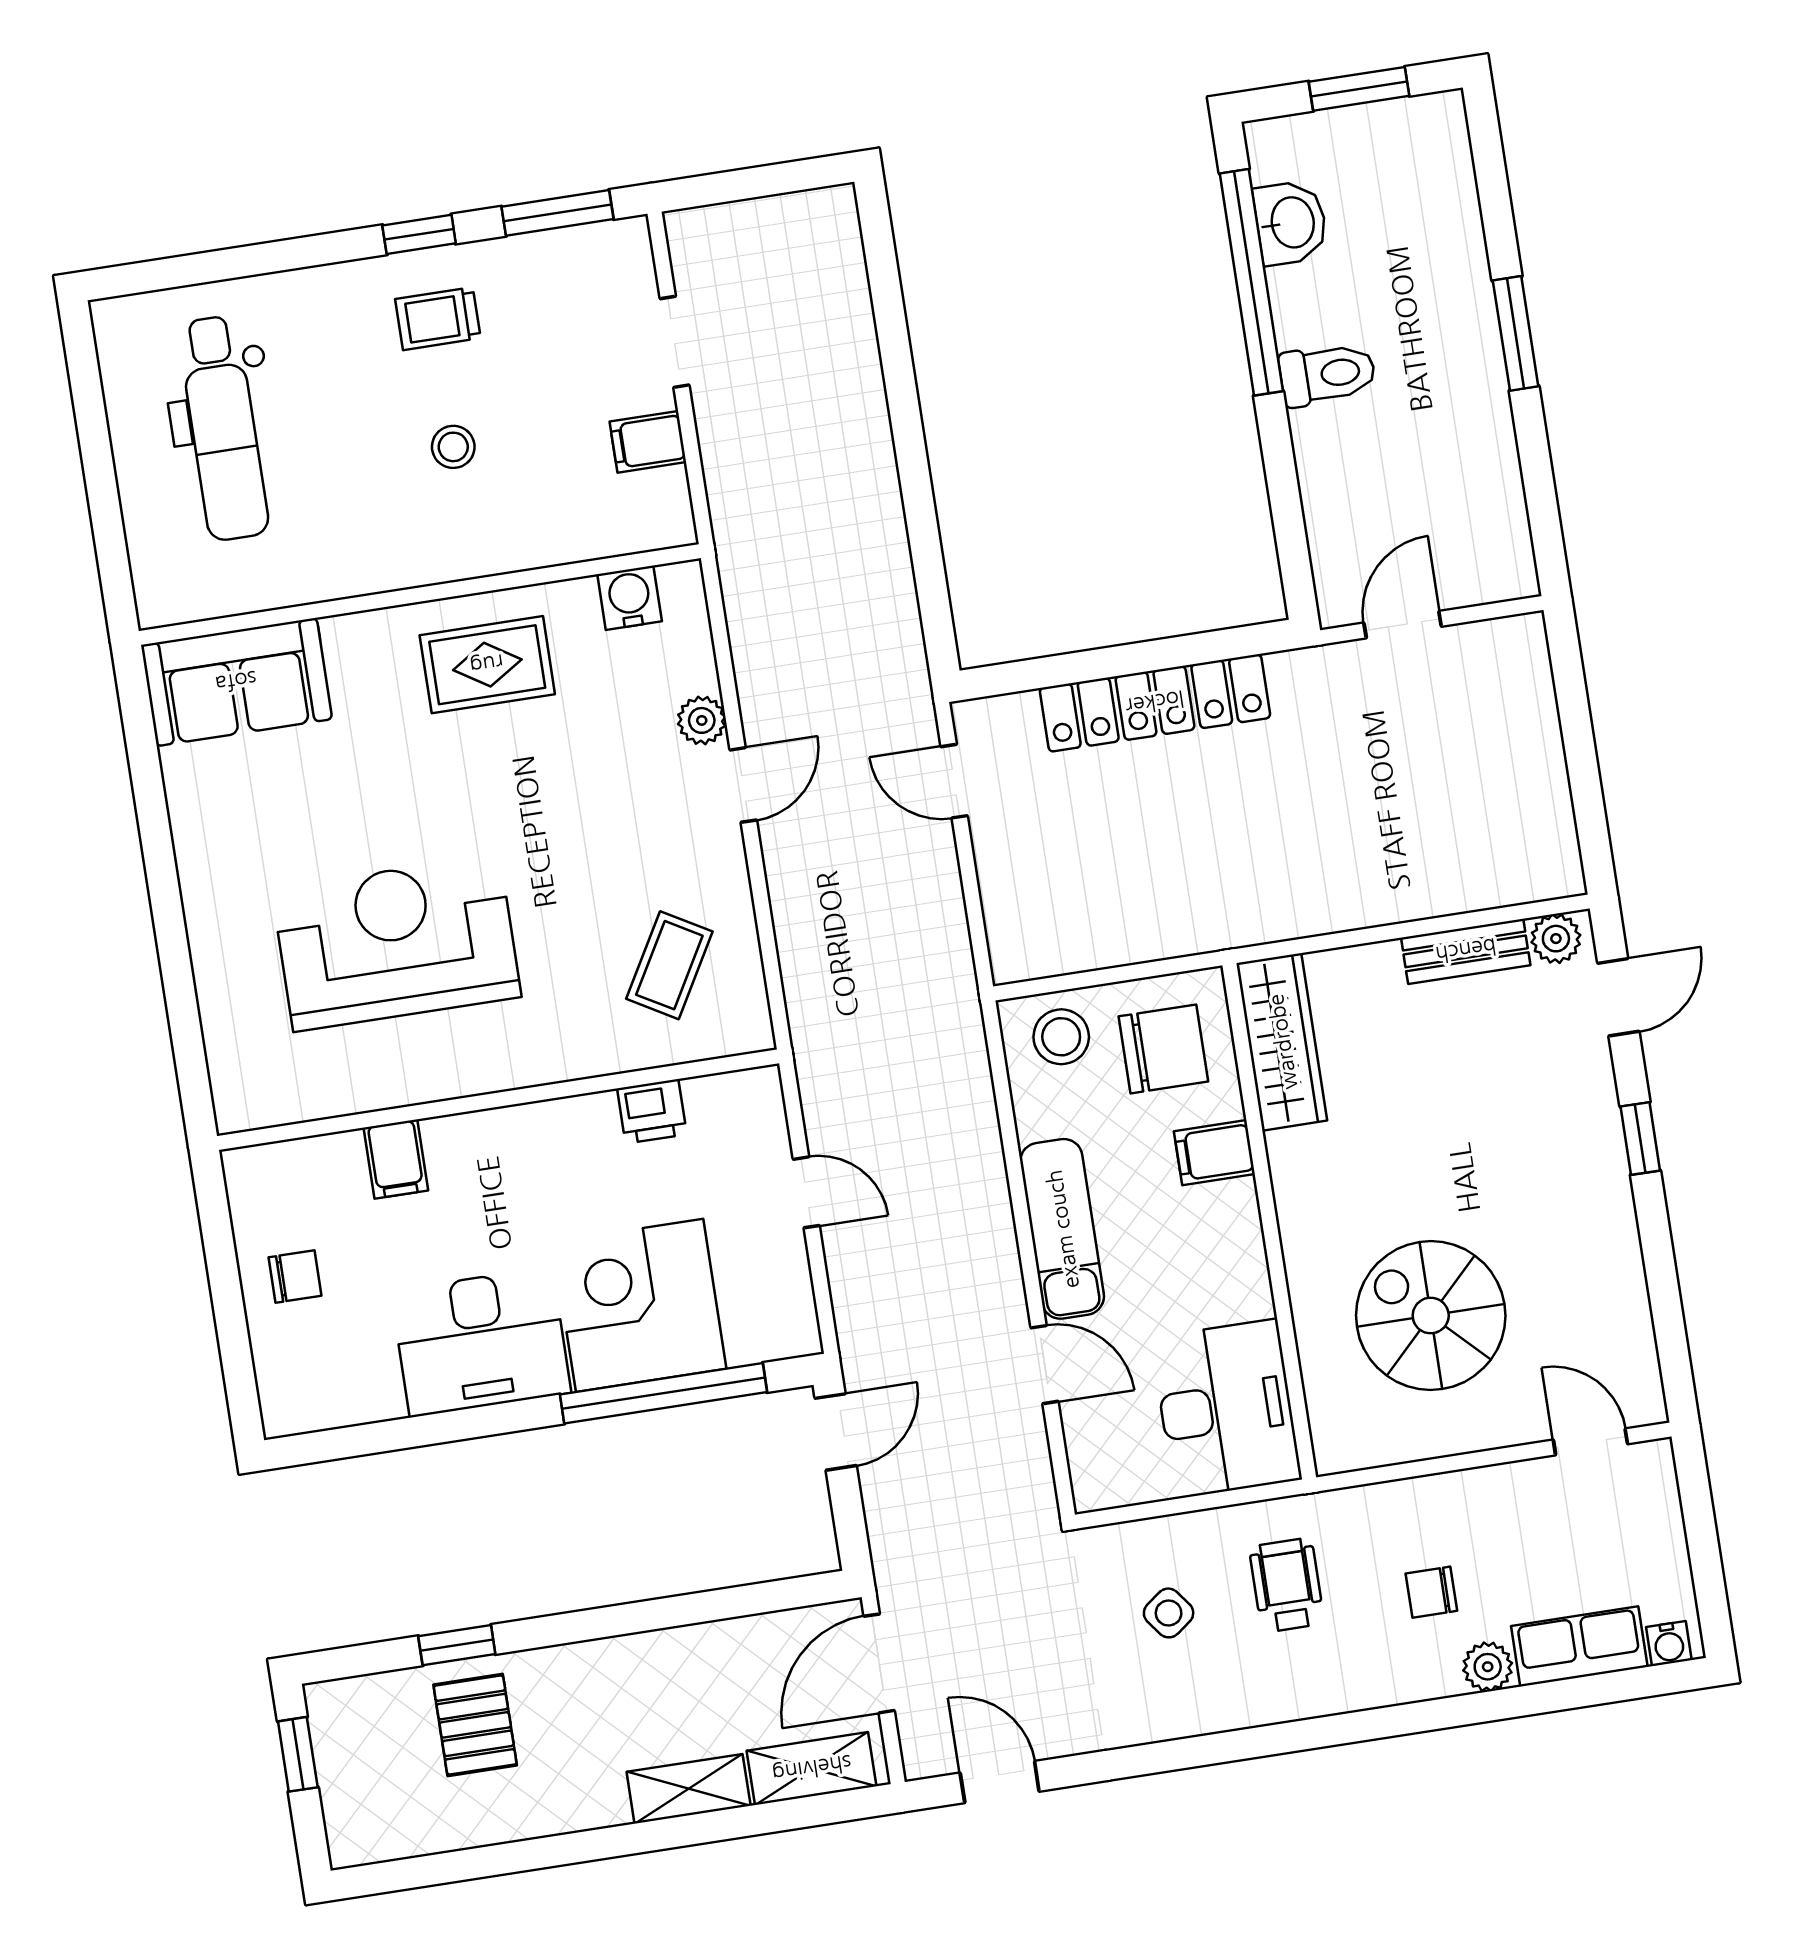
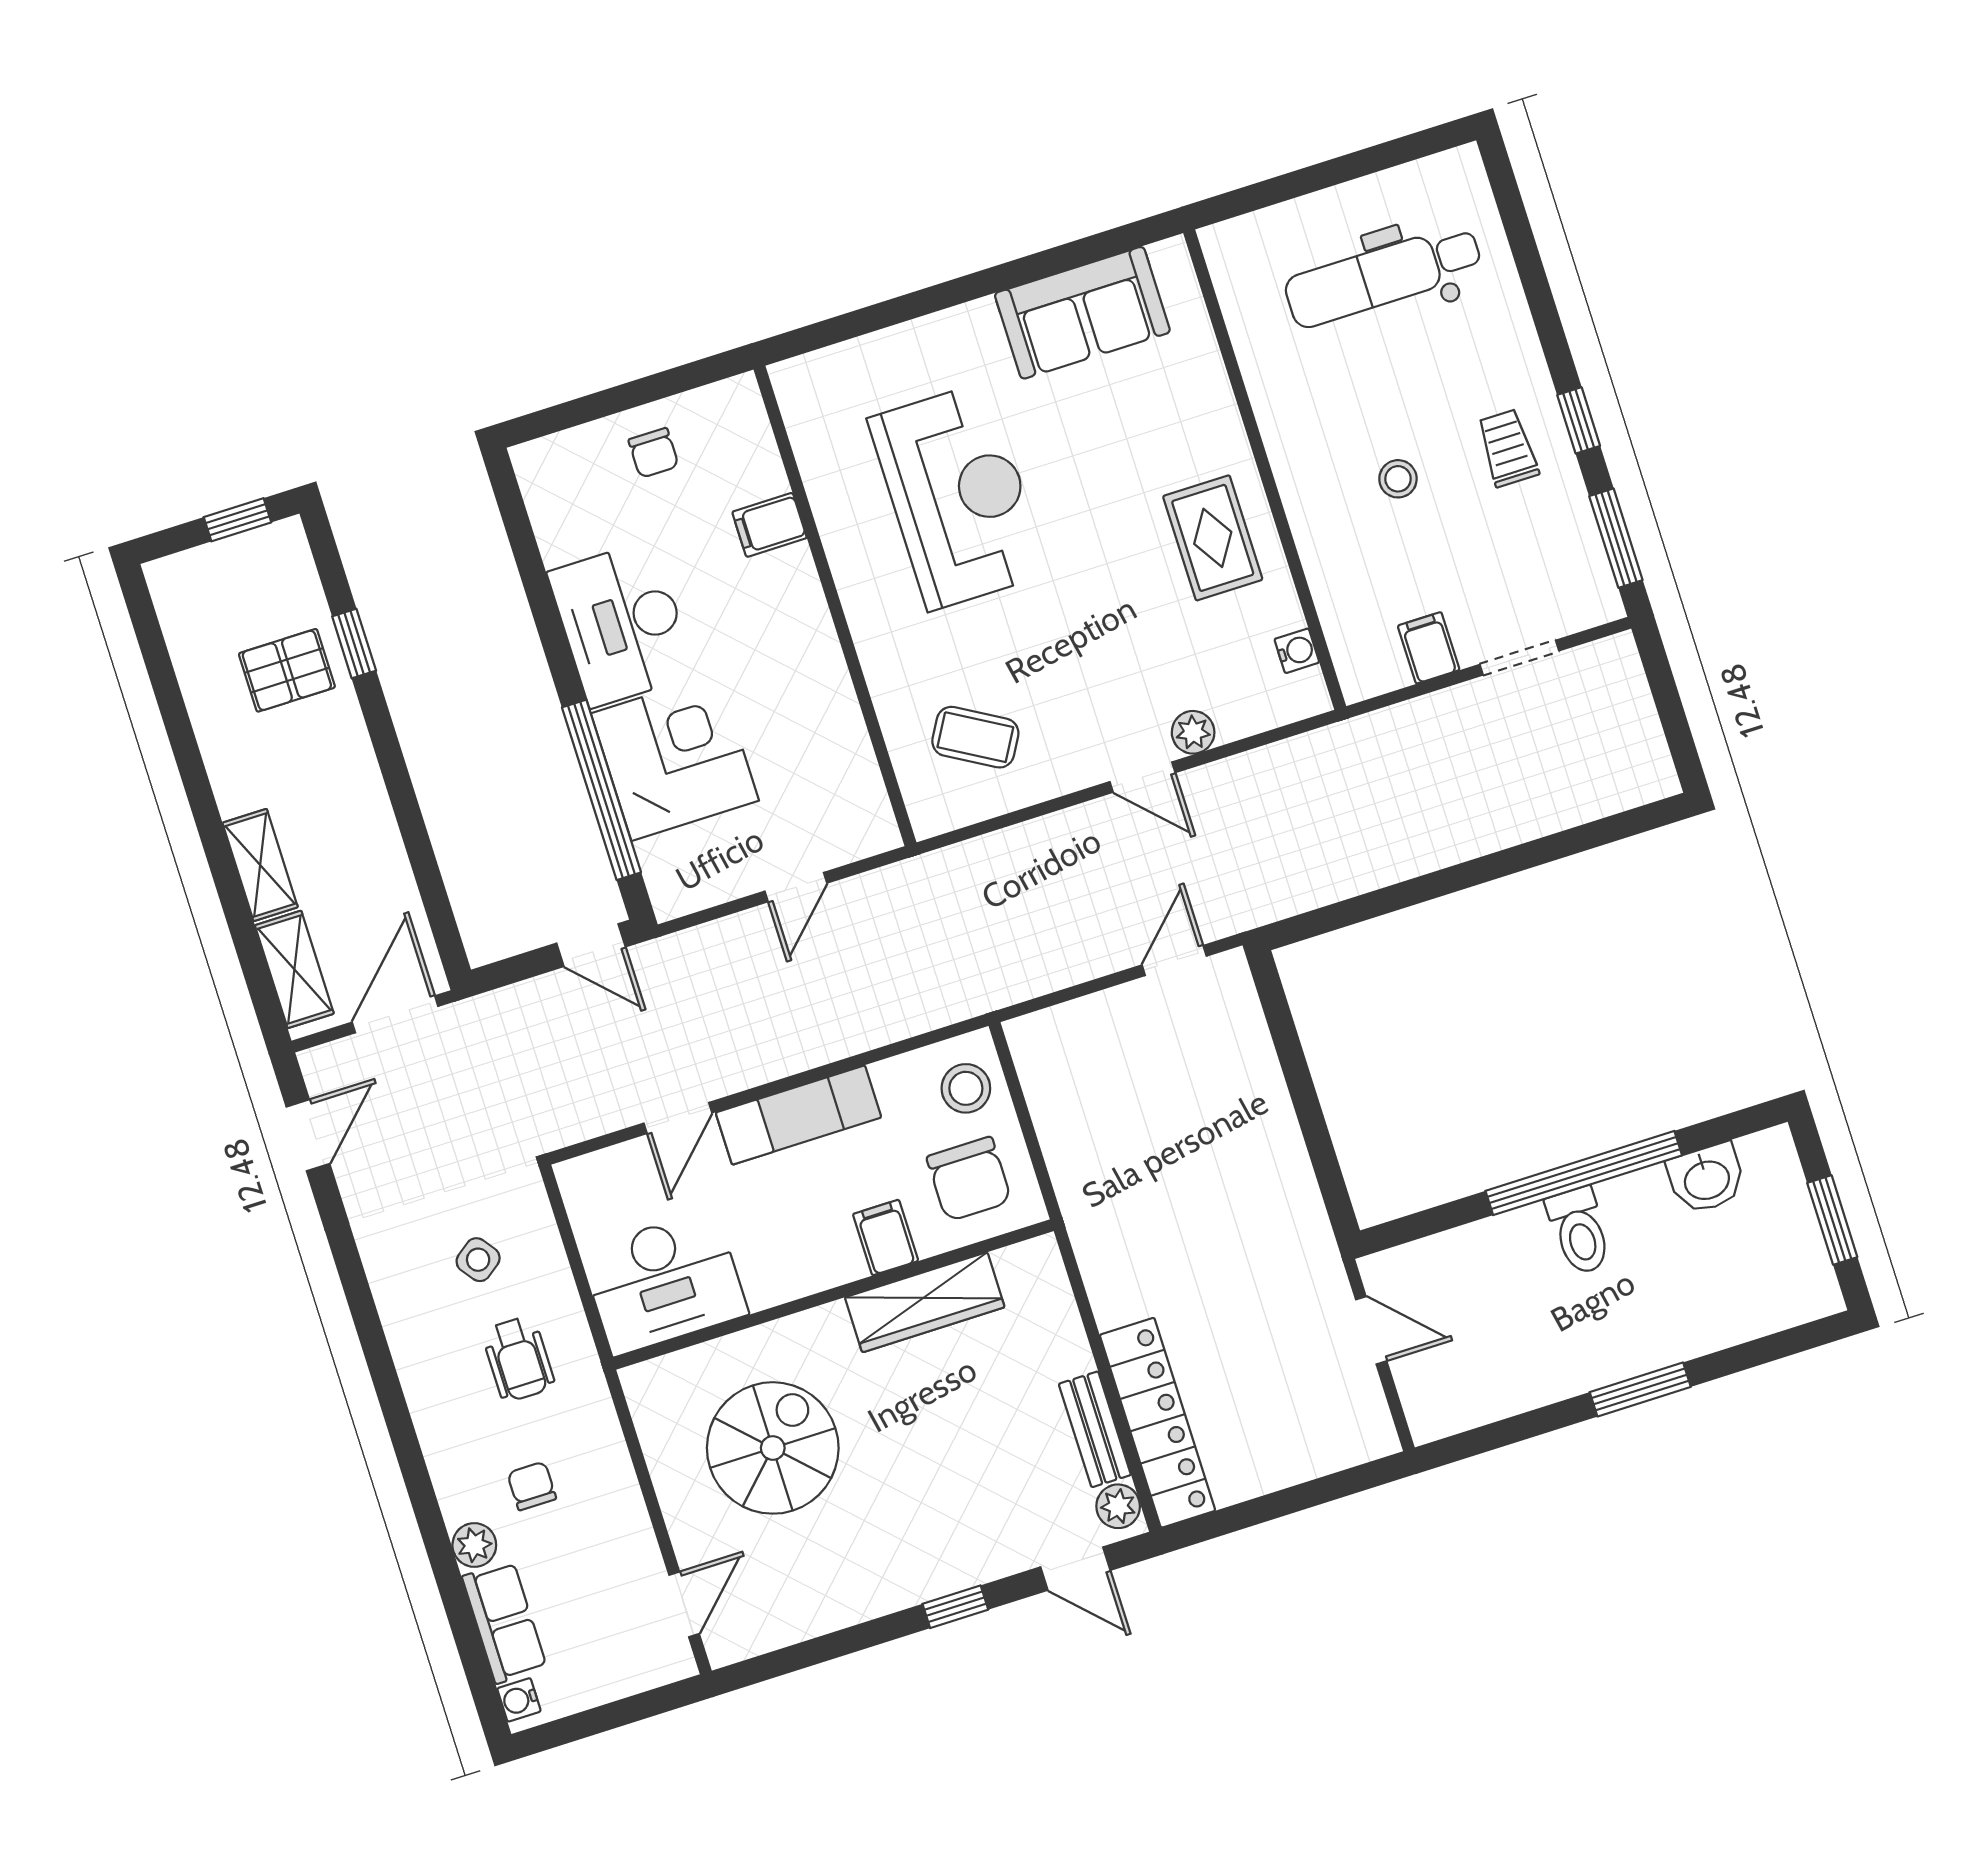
window: (1251, 282) -> (1584, 1173), moved
water cooler: (630, 598) -> (1297, 651), width x0.72, depth x0.72
sofa: (236, 682) -> (1082, 313), moved, turned -90
locker: (1155, 703) -> (1158, 1423), moved, turned 180
wardrobe: (1282, 1042) -> (925, 1302), moved
printer: (652, 1111) -> (846, 742), removed
wheelchair: (1287, 1585) -> (518, 1359), turned 90
door: (879, 1663) -> (395, 1014), hinge flipped

